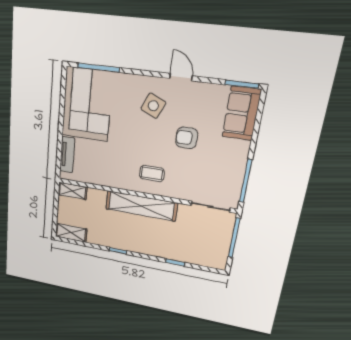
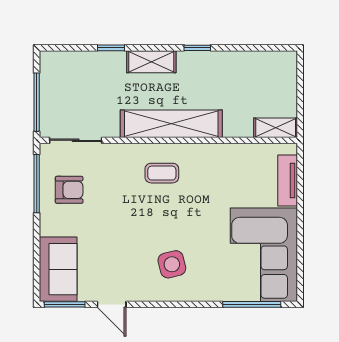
door: (181, 77) -> (112, 304), moved
side table: (153, 106) -> (172, 264), turned -38
armchair: (187, 138) -> (69, 190), moved
shelving: (71, 233) -> (151, 62), moved

